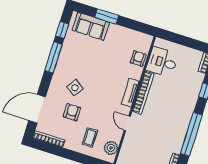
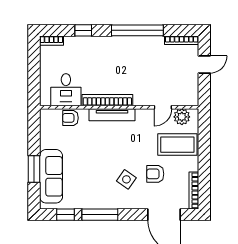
sofa: (91, 26) -> (51, 176), width x1.36
tv unit: (130, 93) -> (112, 115), width x1.41
door: (127, 123) -> (163, 107), moved
coffee table: (90, 137) -> (177, 145), width x1.86, depth x1.72

